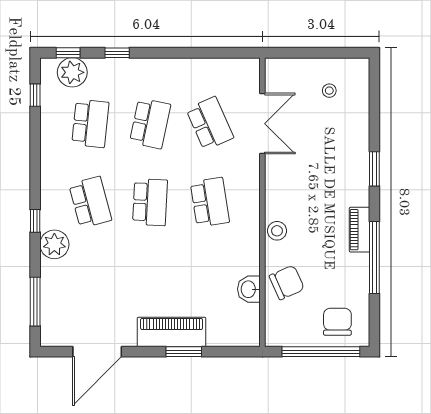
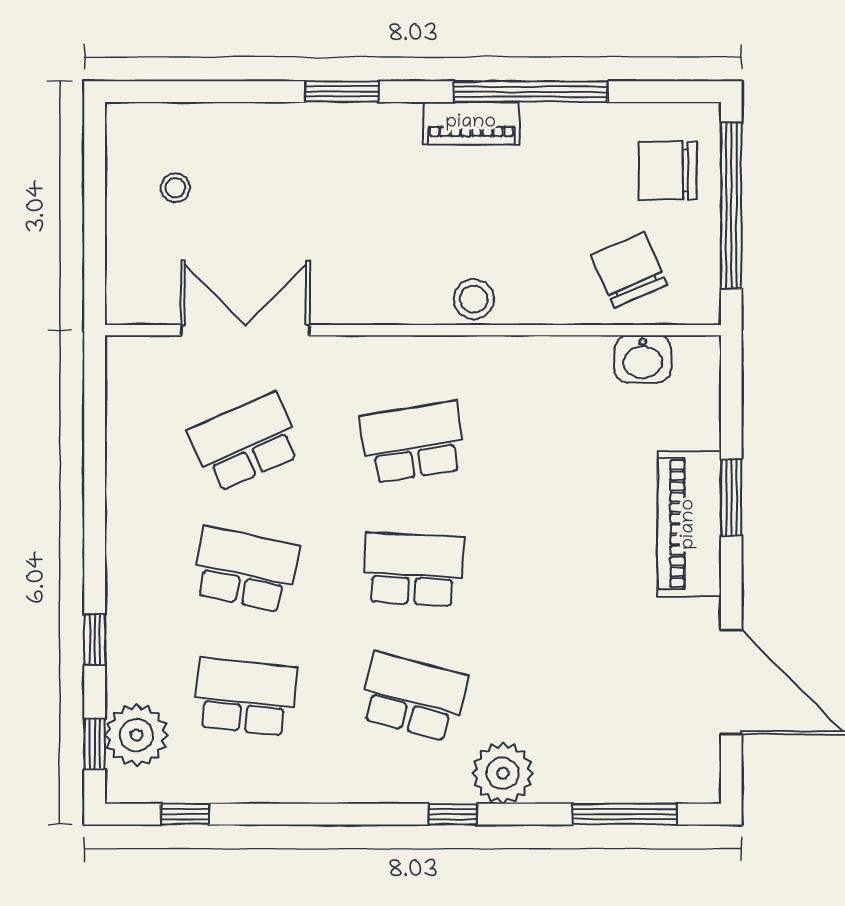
school desk: (90, 202) -> (413, 697), turned 30
chair: (287, 282) -> (629, 270), moved
washbasin: (249, 289) -> (643, 359), moved

